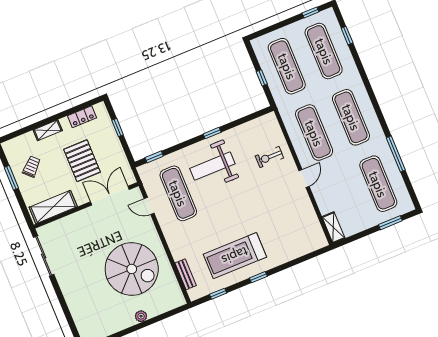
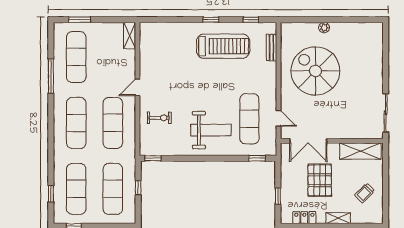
window: (212, 133) -> (153, 158), moved
window: (11, 178) -> (386, 190), removed

